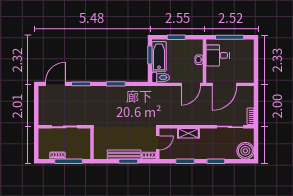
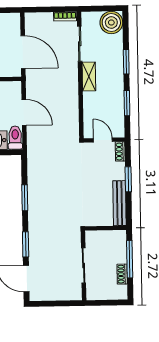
door: (191, 84) -> (24, 112), moved
shelving: (188, 133) -> (89, 76), moved
bench: (124, 154) -> (119, 203), moved

